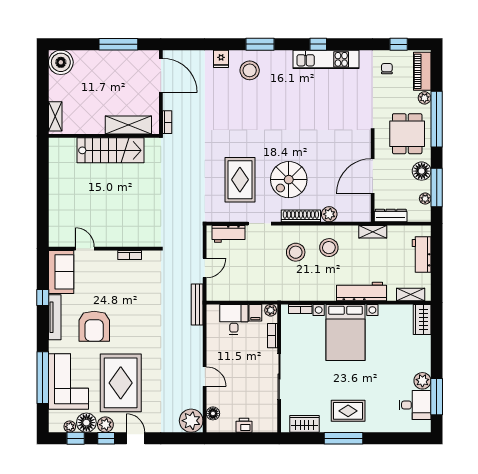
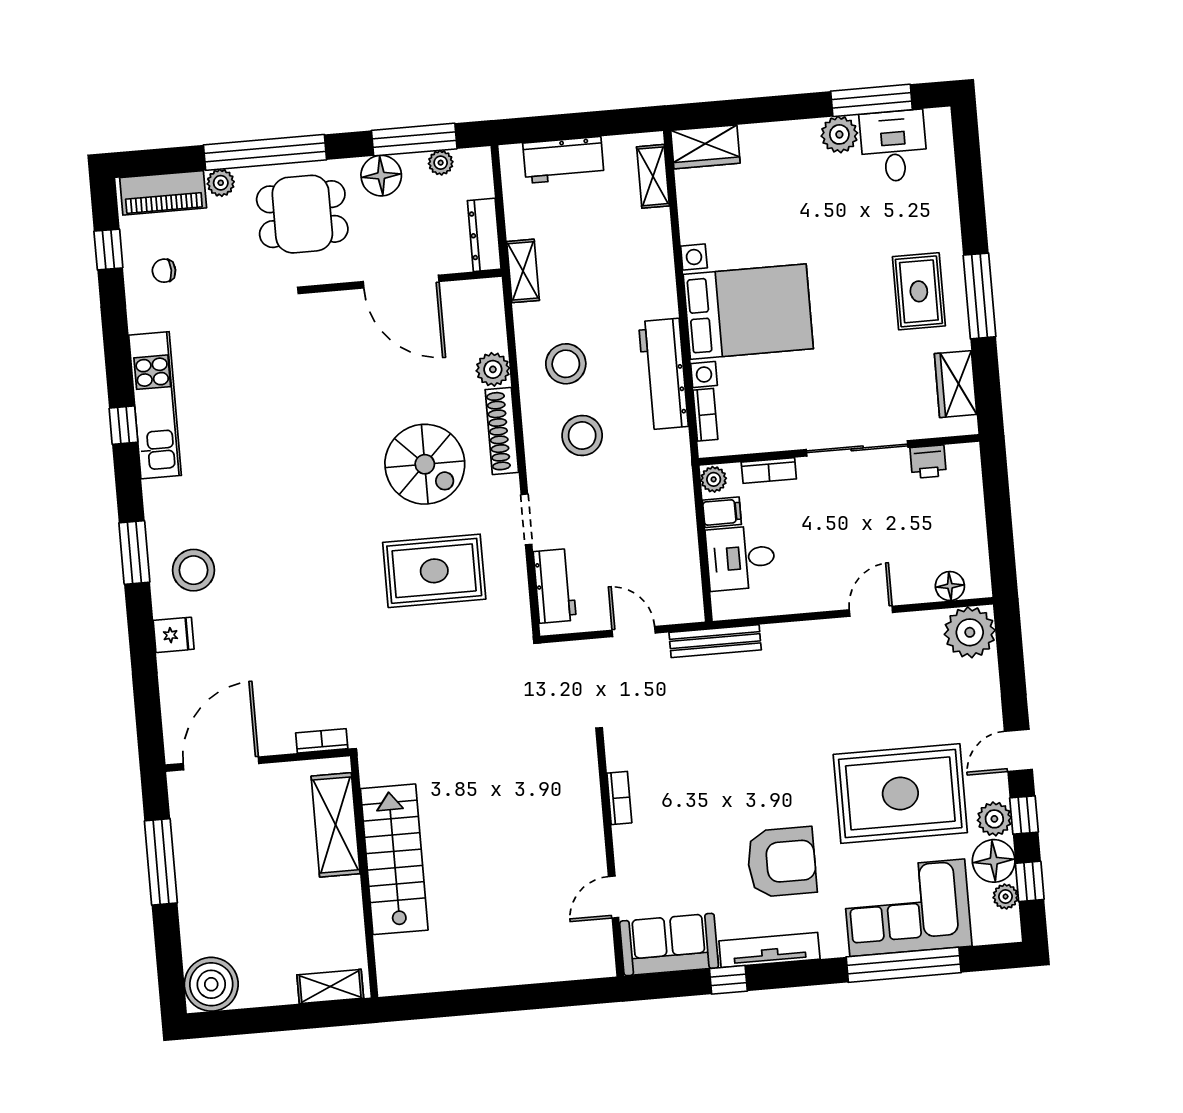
workbench: (361, 292) -> (663, 374), moved
printer: (244, 425) -> (928, 462), moved, turned -90

